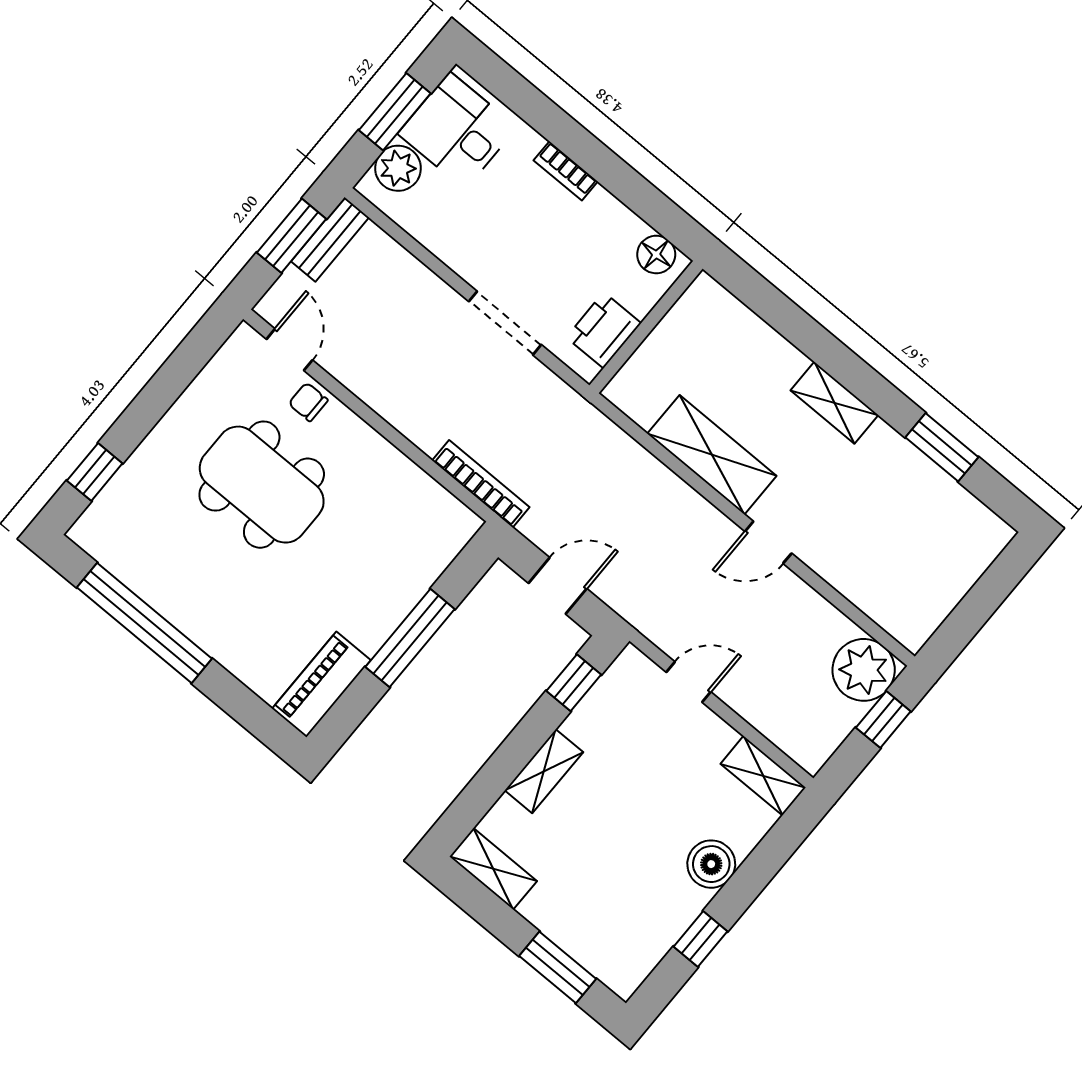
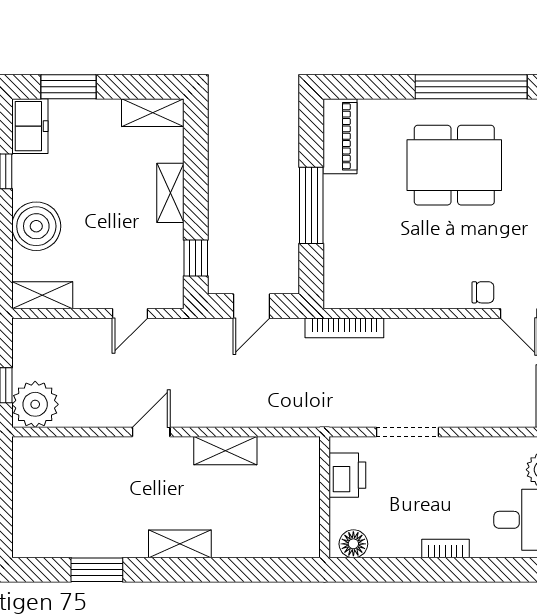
shelving: (712, 455) -> (225, 451), width x0.67, depth x0.75
dining table: (262, 485) -> (454, 165), moved
boiler: (711, 864) -> (36, 226), width x1.37, depth x1.37
freezer: (631, 960) -> (30, 126), added

